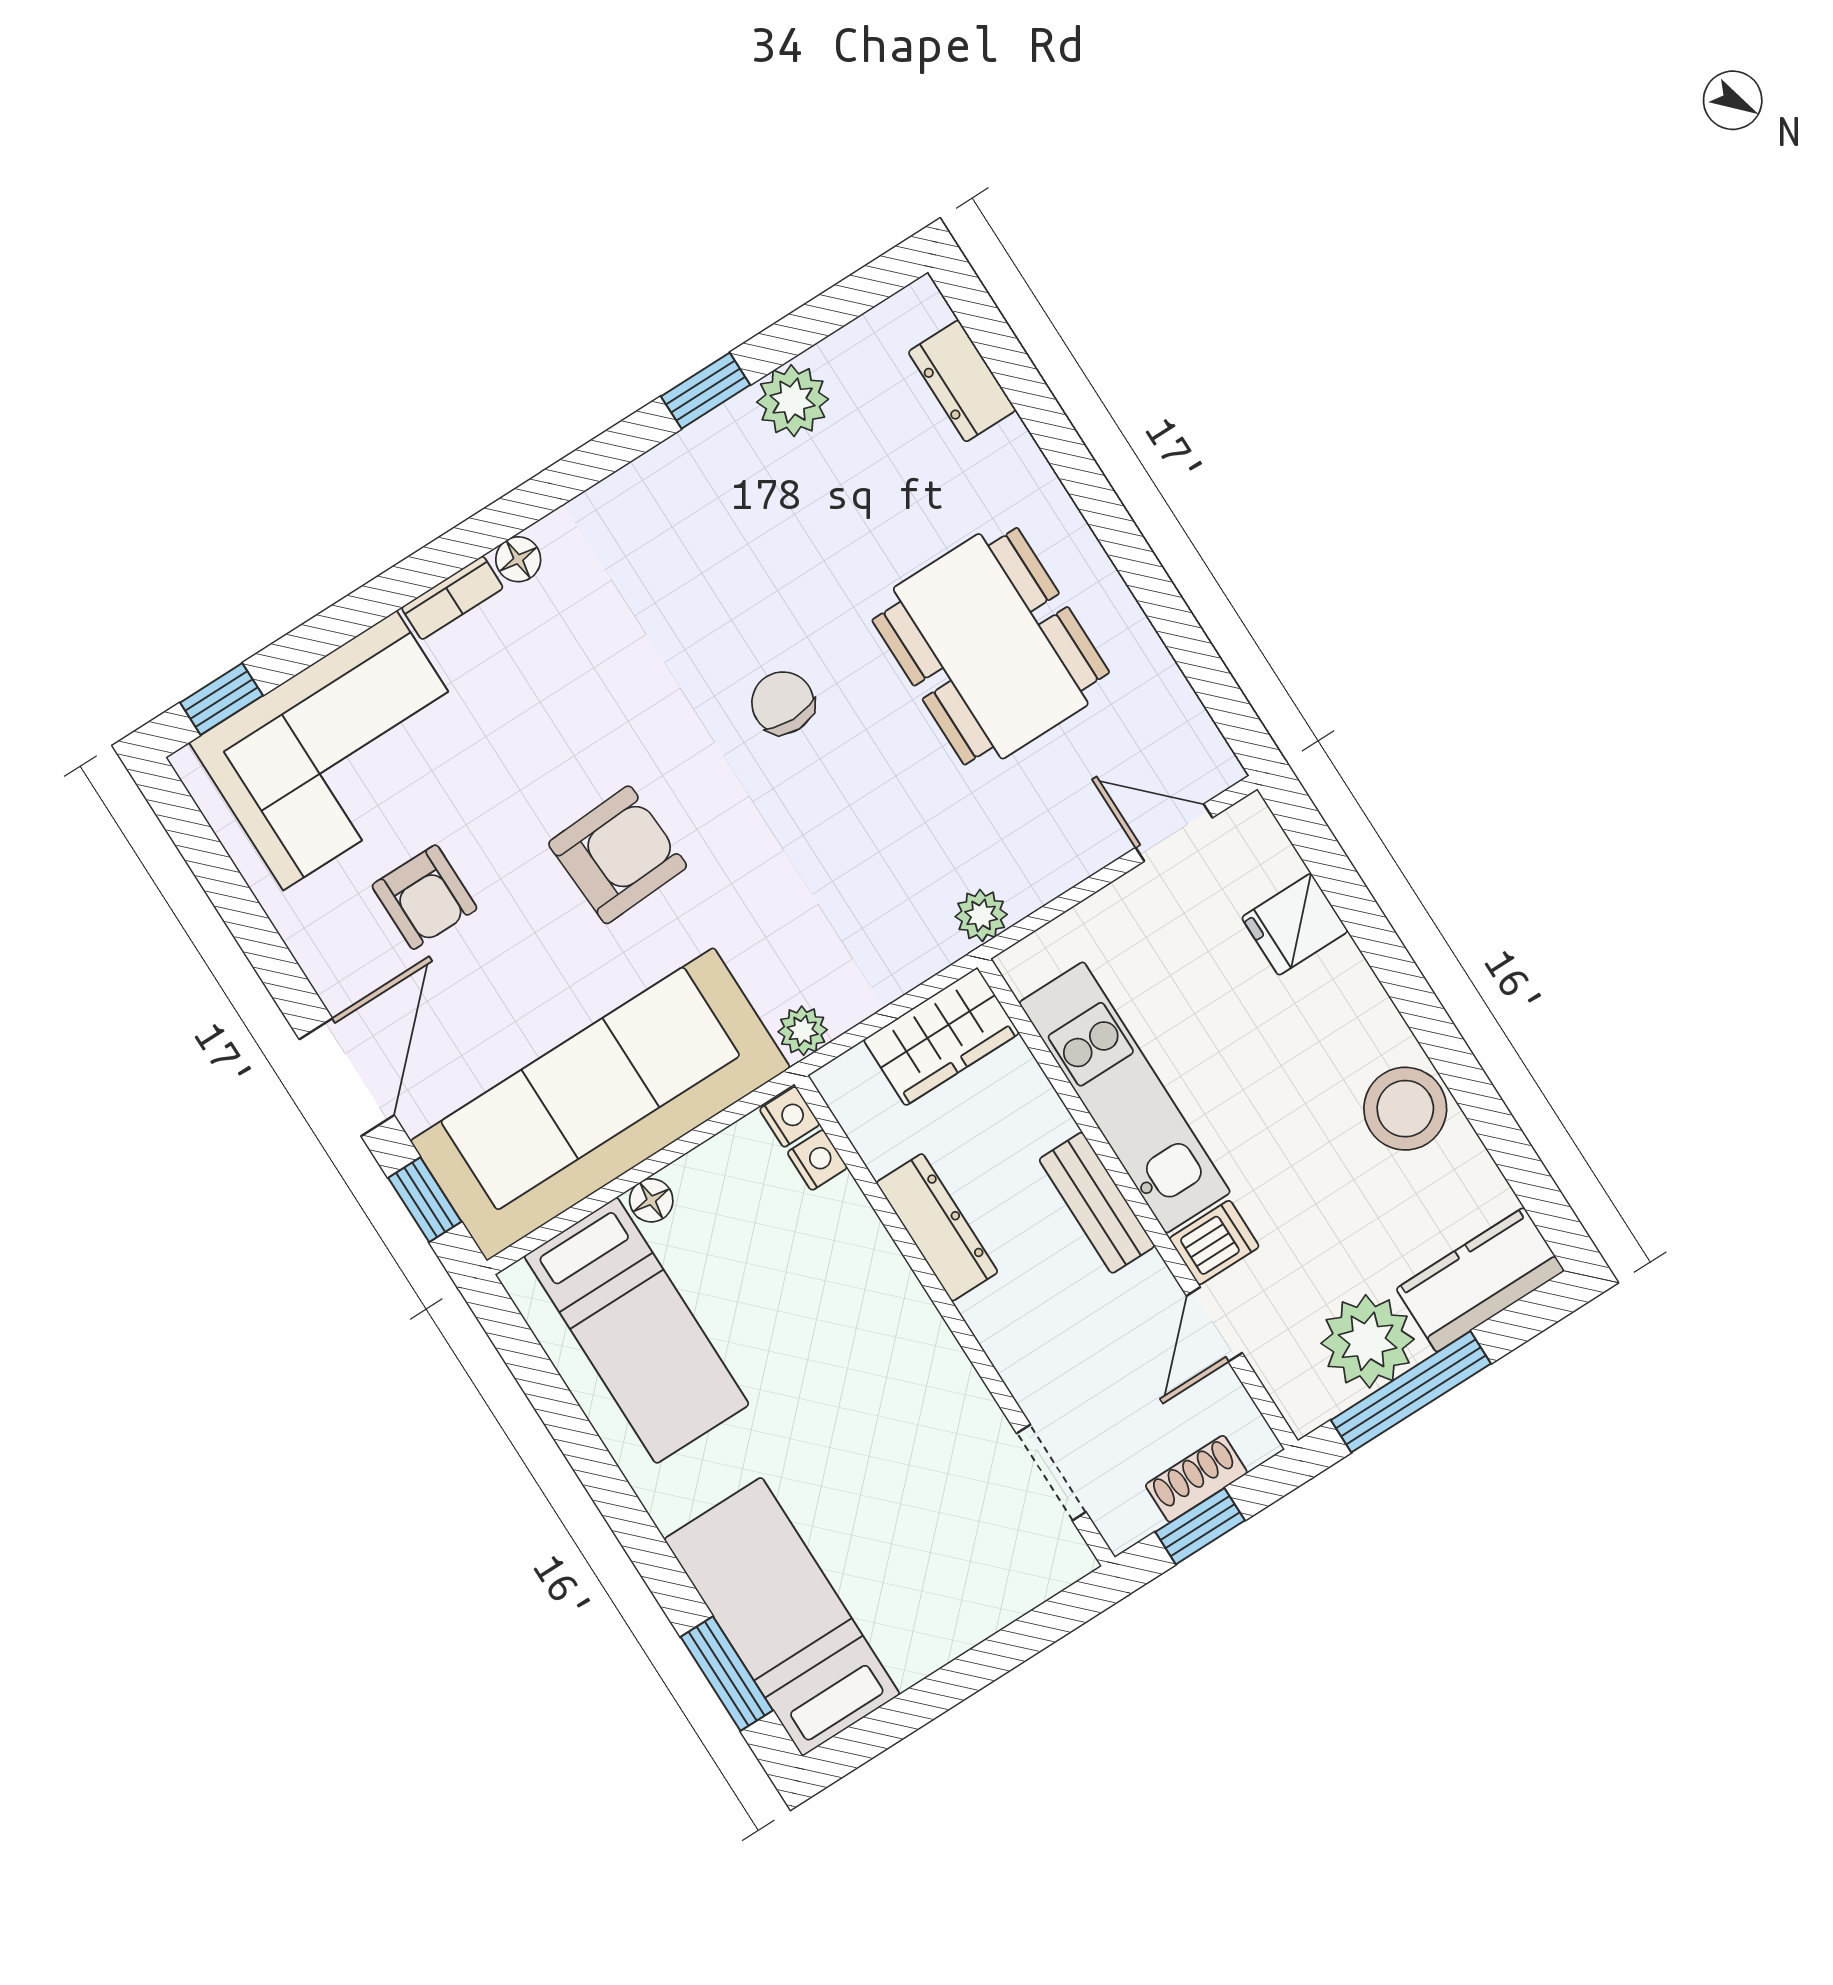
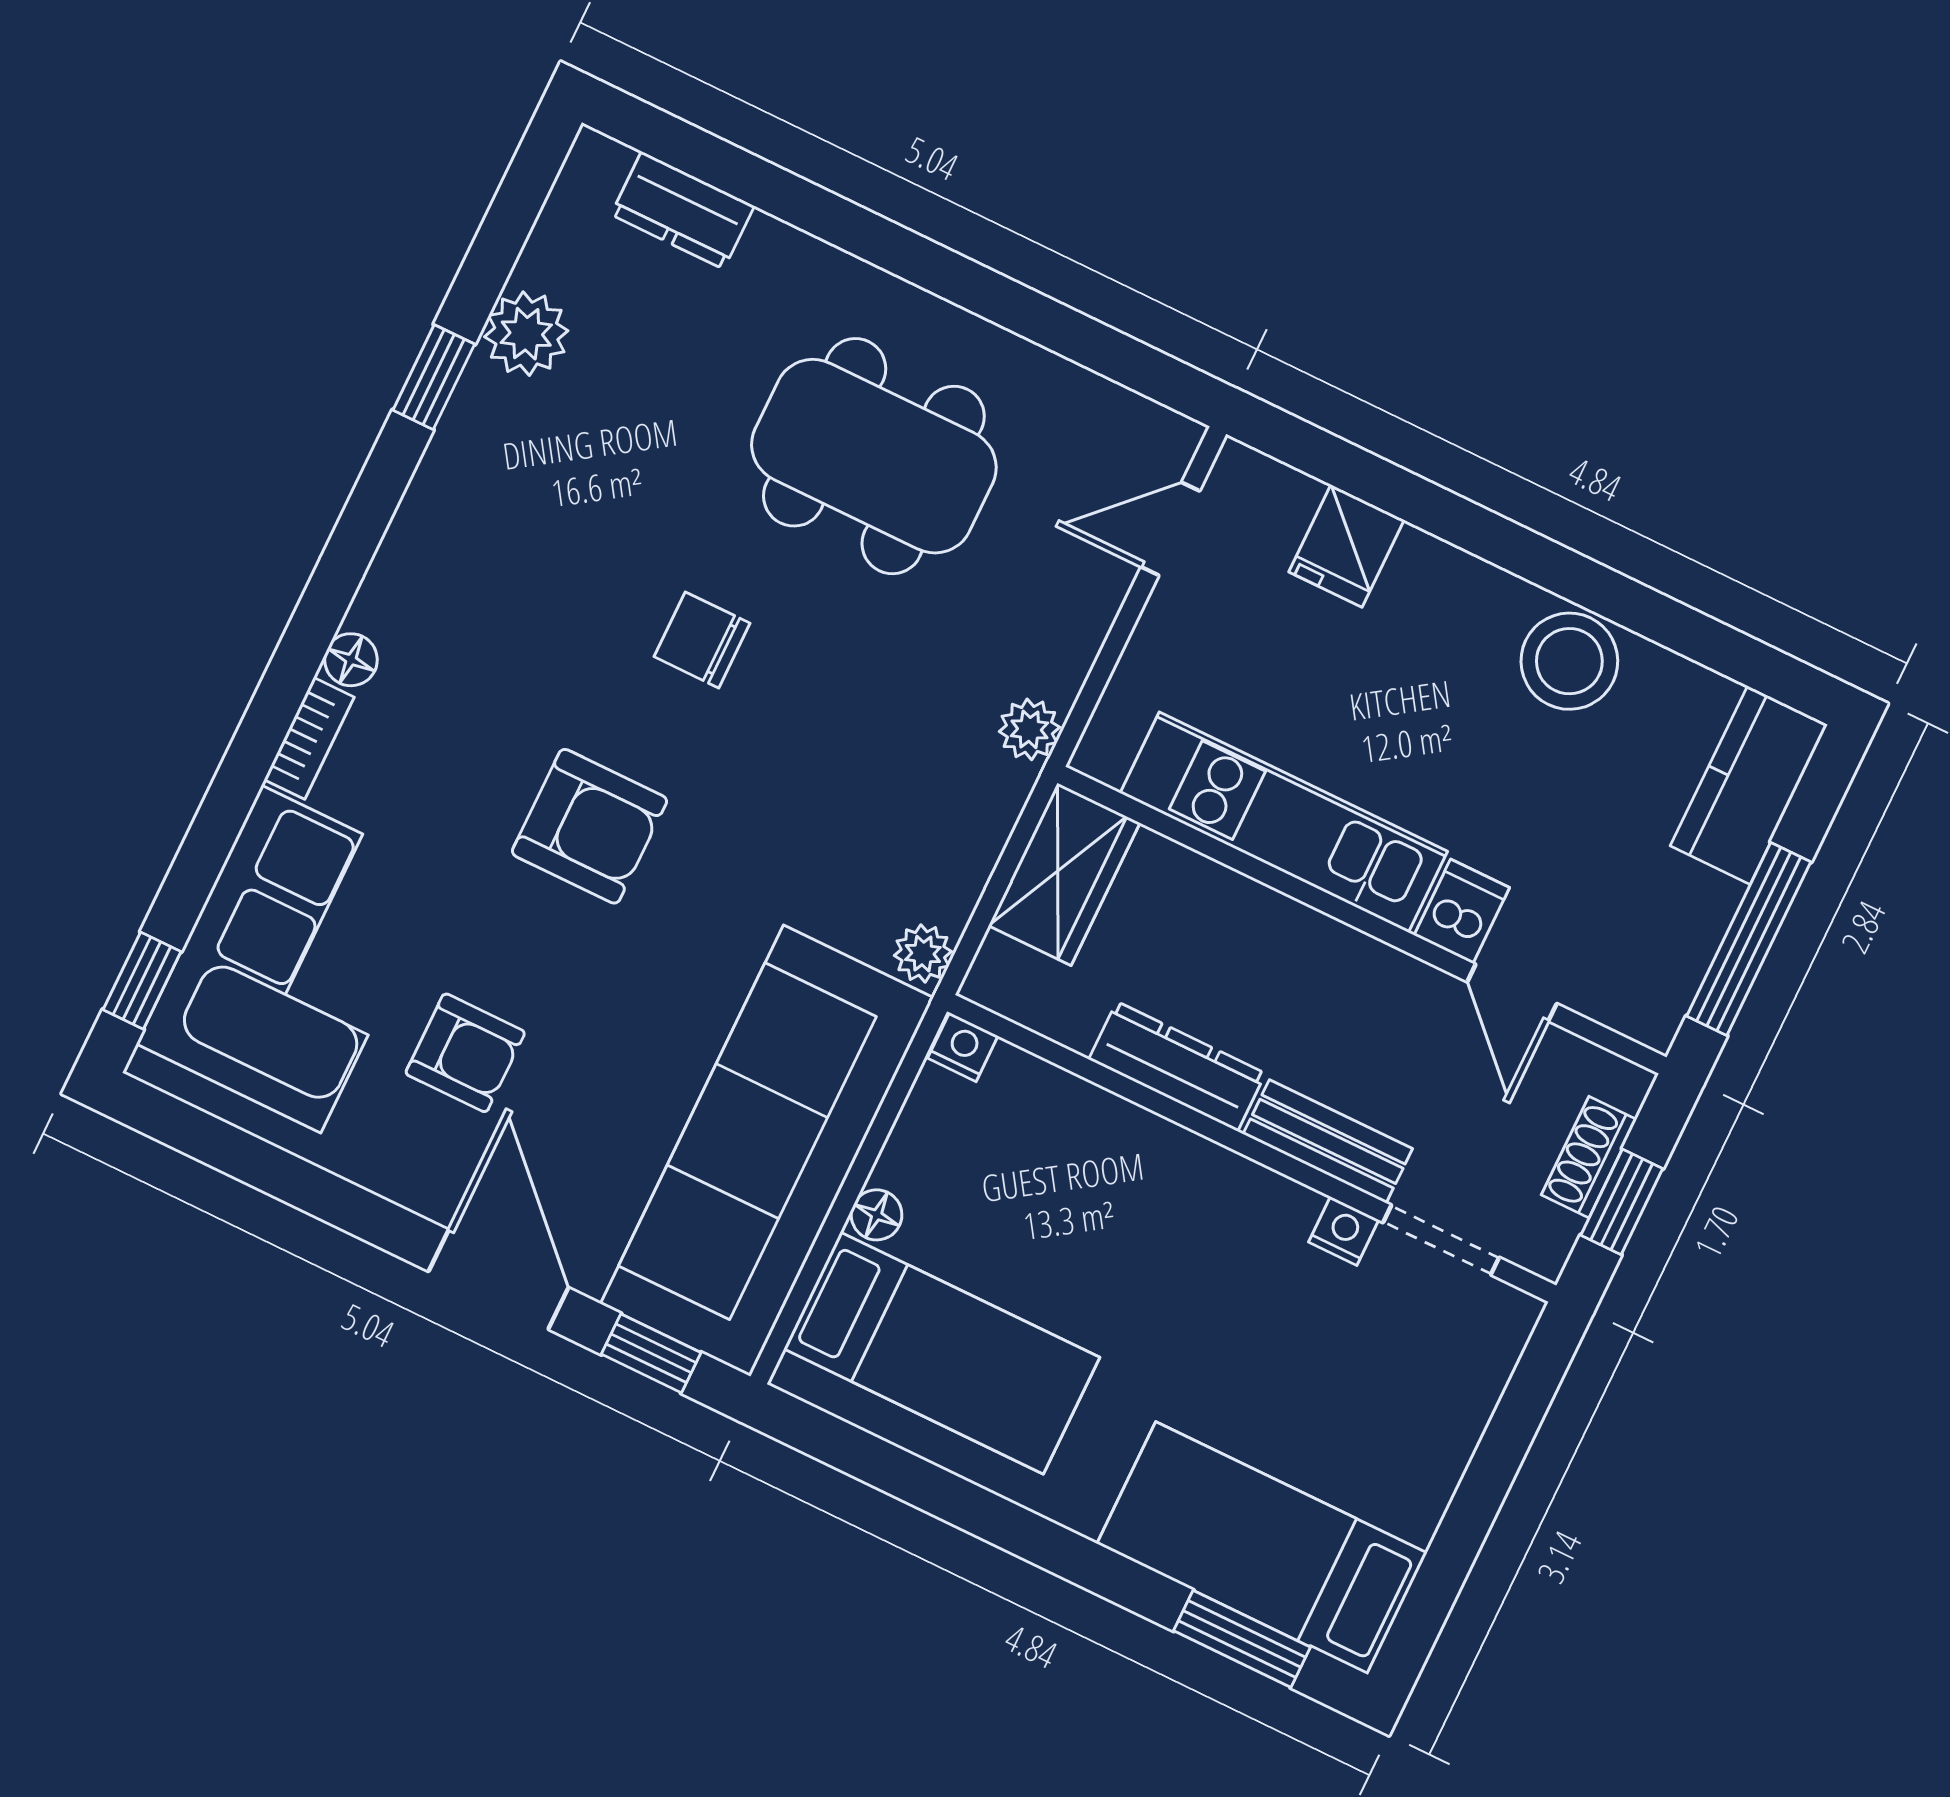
armchair: (618, 855) -> (590, 826), moved, turned 93
nightstand: (817, 1160) -> (1344, 1231), moved
bench: (1097, 1203) -> (1328, 1141), moved
plant: (1368, 1341) -> (1675, 915), removed

